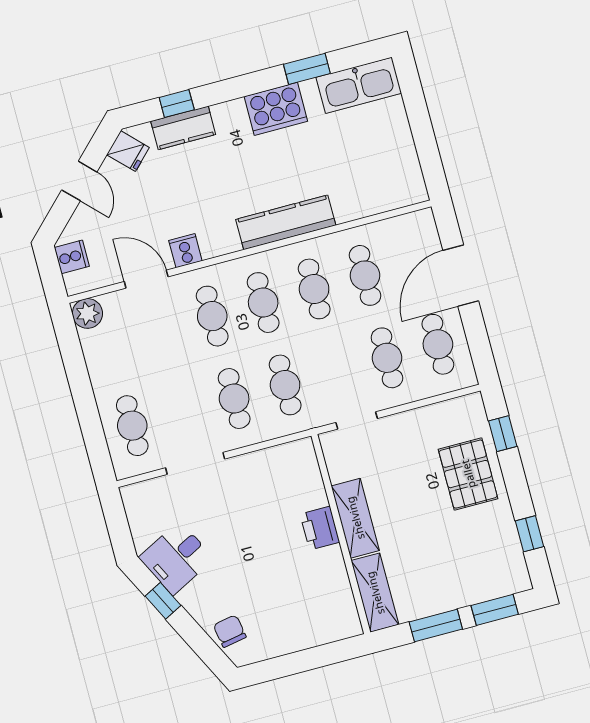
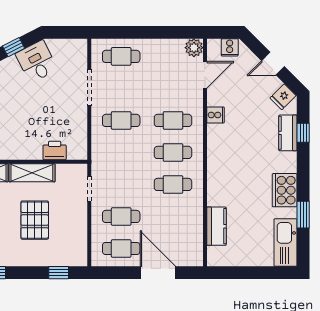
kitchen counter: (286, 222) -> (216, 226), moved, width x0.67
cafe table: (365, 275) -> (173, 216), removed
door: (146, 279) -> (205, 75), moved
cafe table: (285, 385) -> (121, 152), removed
pallet: (468, 474) -> (35, 220), moved, turned 90
printer: (320, 528) -> (55, 150), moved

